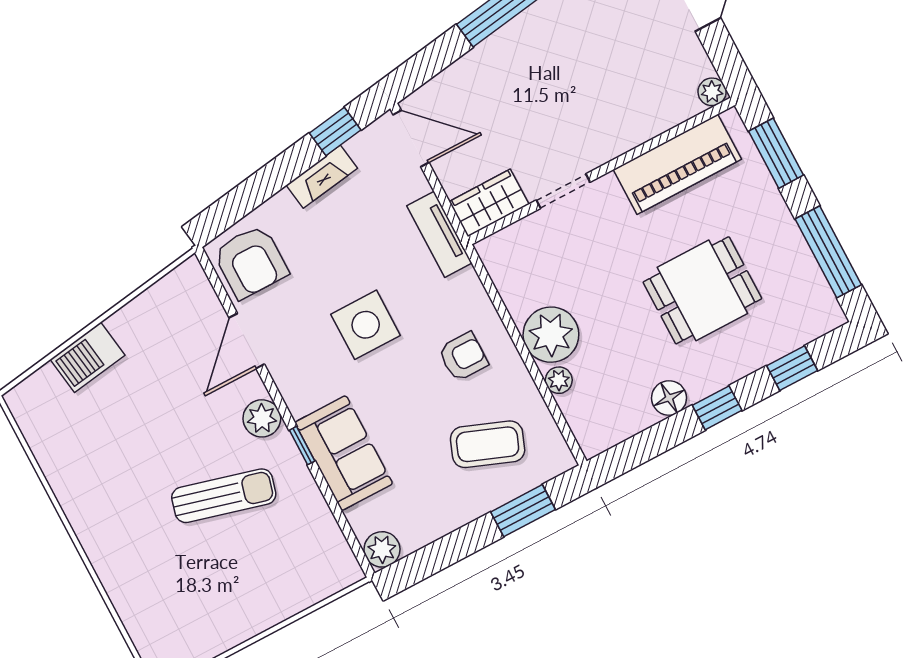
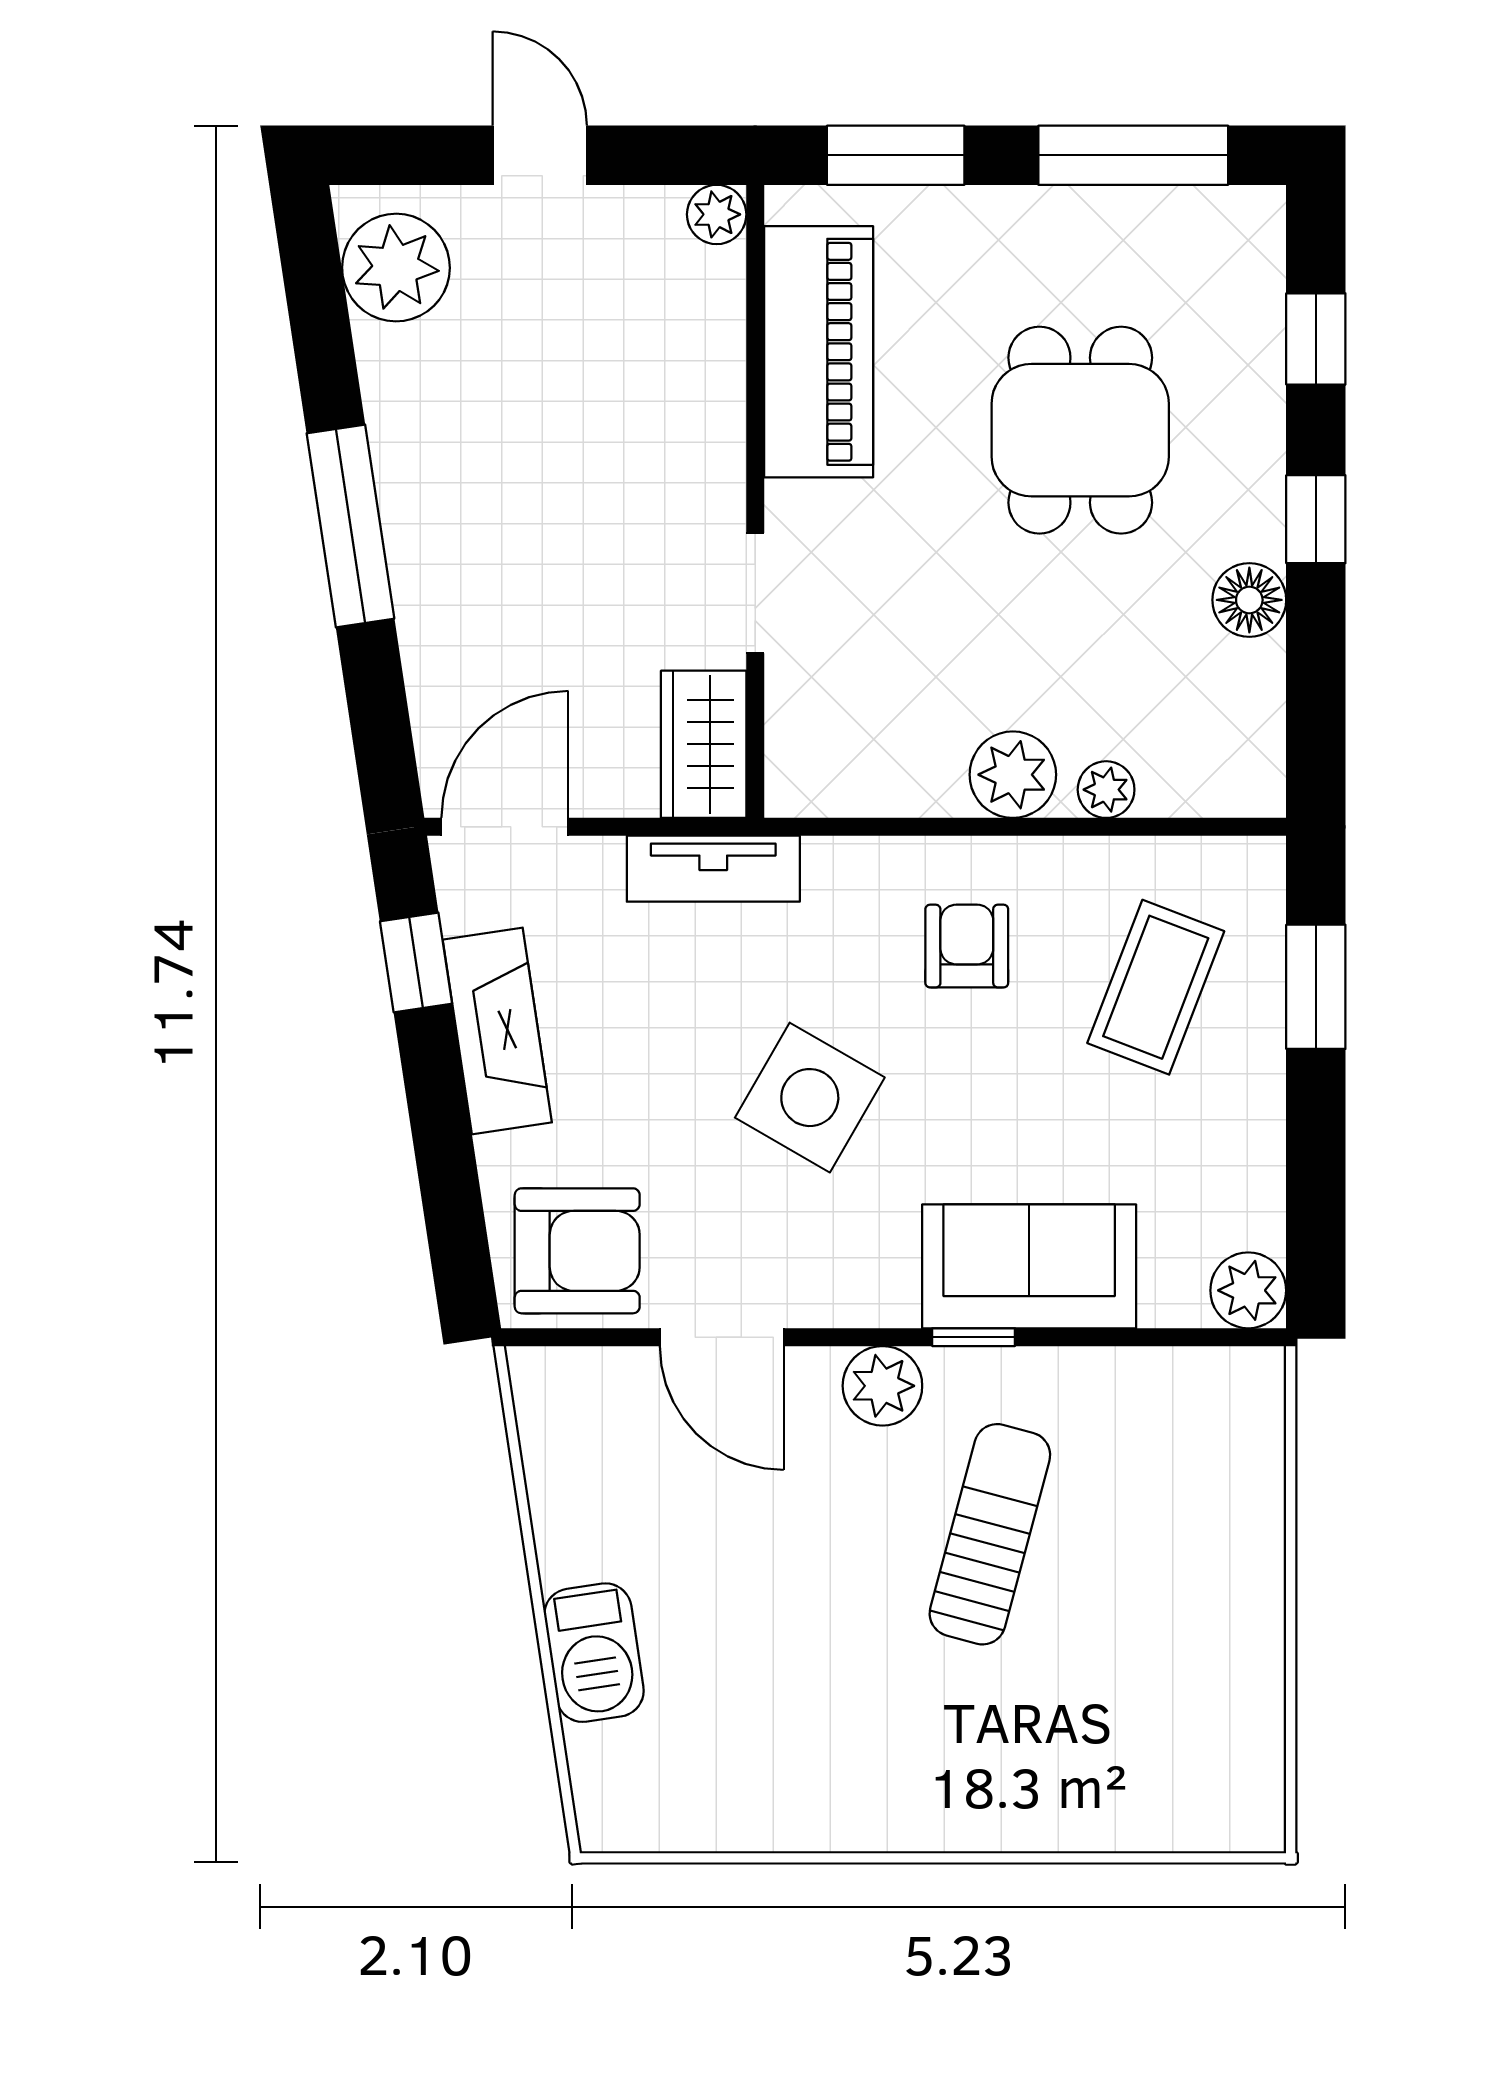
fireplace: (322, 177) -> (497, 1031), width x1.37, depth x1.32
side table: (366, 325) -> (810, 1098), turned 30
plant: (551, 335) -> (1013, 775), width x0.73, depth x0.73

